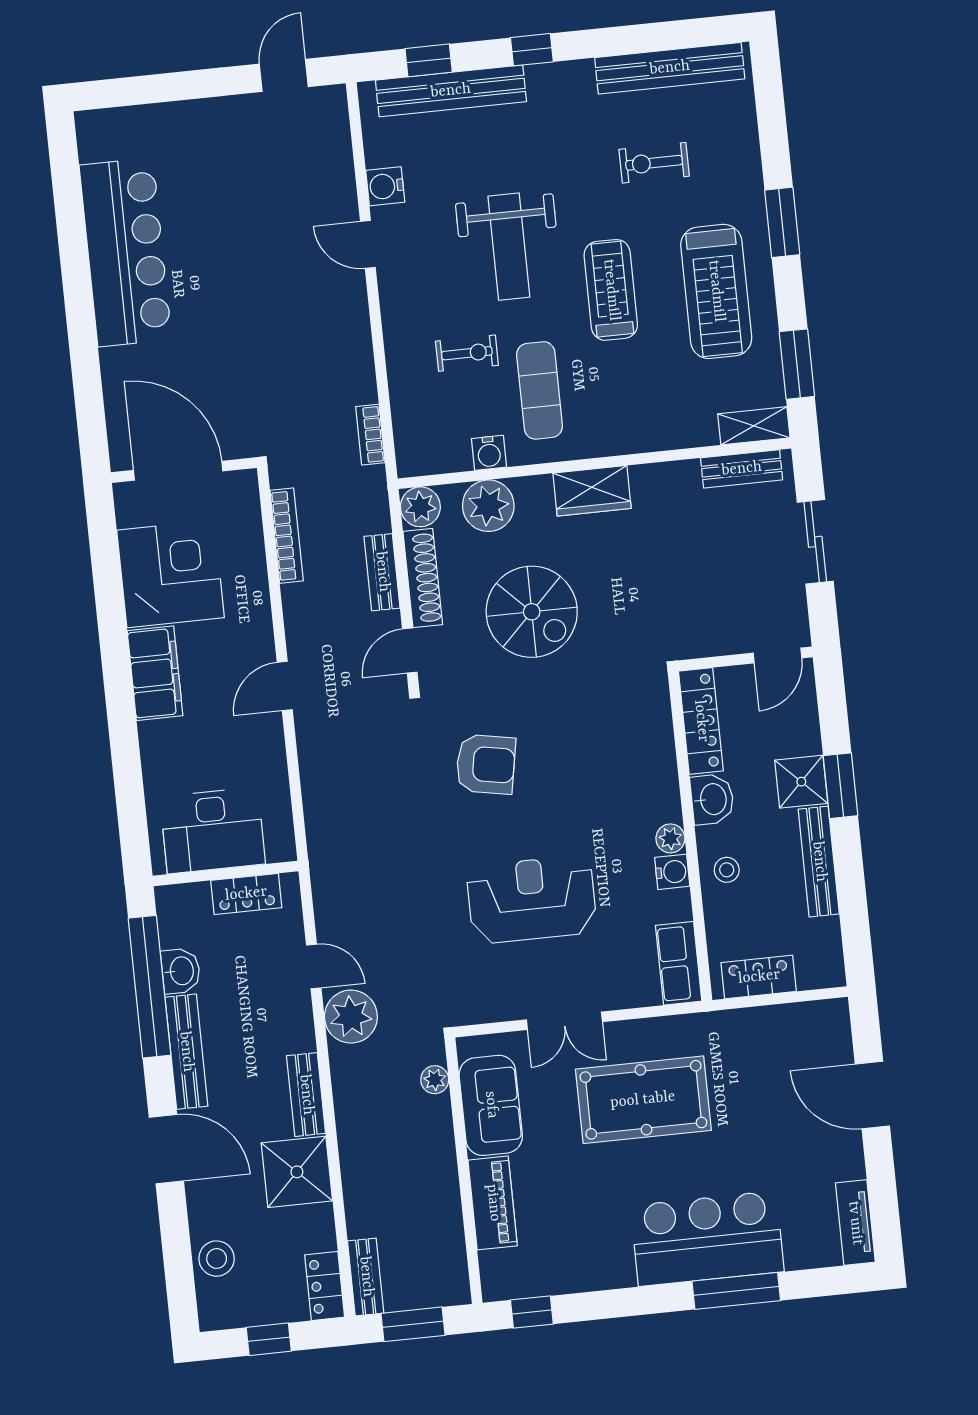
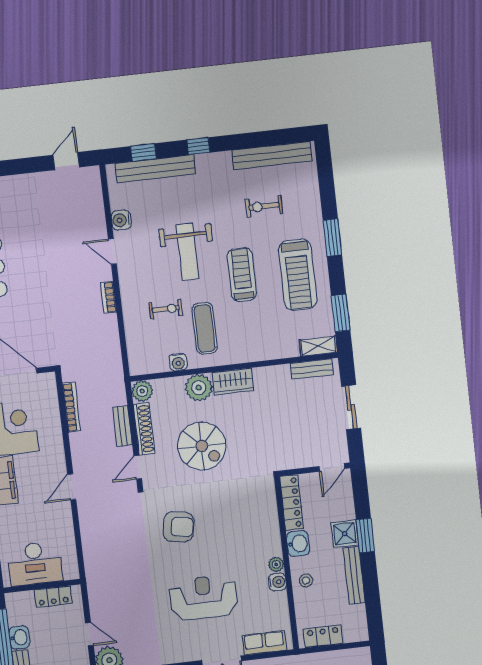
bookcase: (370, 435) -> (109, 297), moved
plant: (488, 506) -> (199, 388), moved
row of seats: (679, 963) -> (264, 643), moved, turned 90

